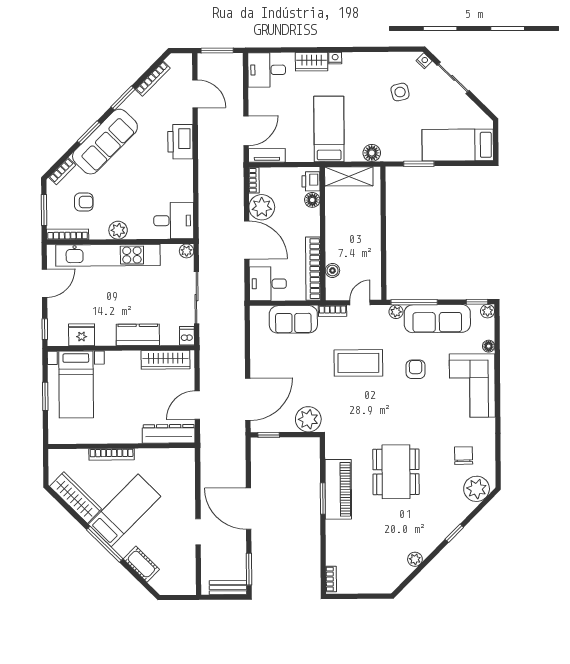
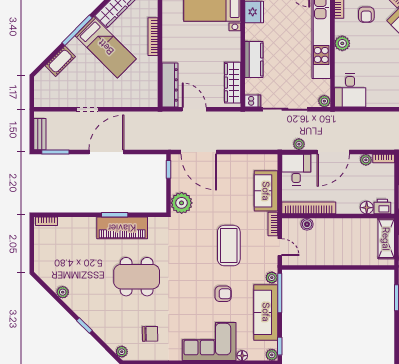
plant: (262, 207) -> (366, 160), width x0.53, depth x0.53
plant: (238, 281) -> (299, 144), added
plant: (477, 489) -> (122, 352), width x0.53, depth x0.53

